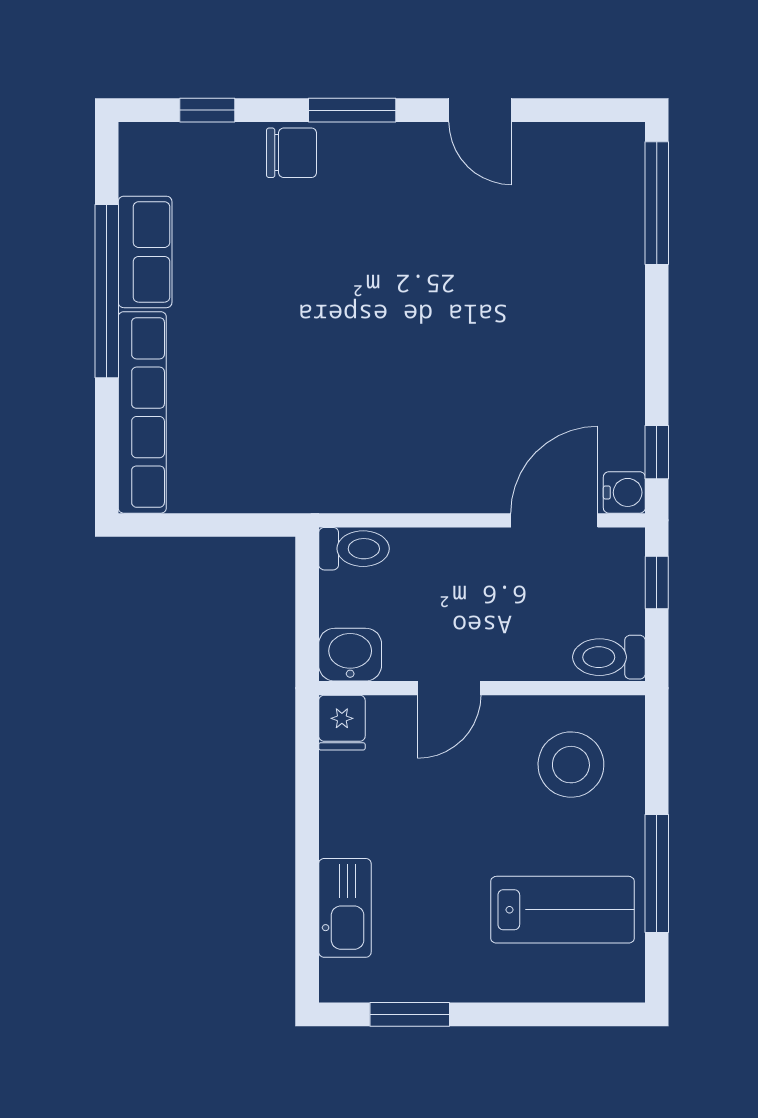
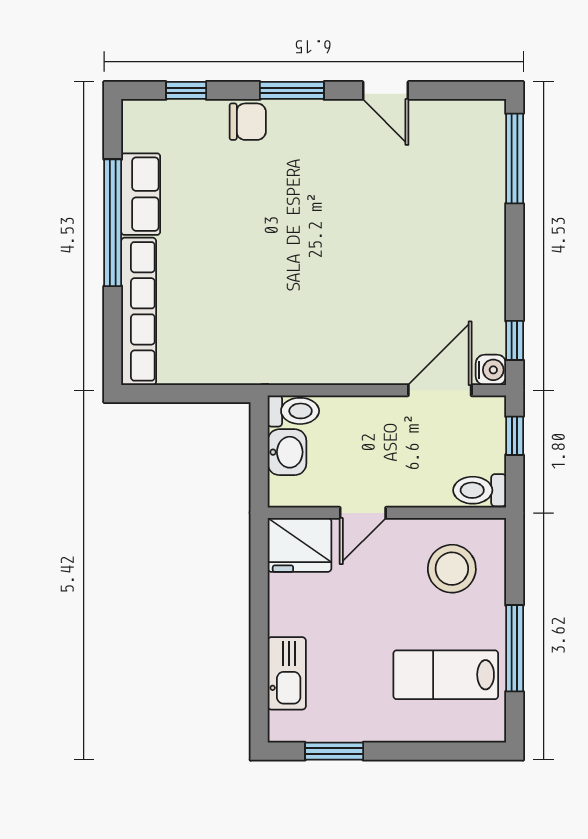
washbasin: (350, 655) -> (287, 452), moved, turned 90
fridge: (342, 723) -> (299, 545), width x1.88, depth x1.34
lab bench: (563, 910) -> (446, 675), turned 180

